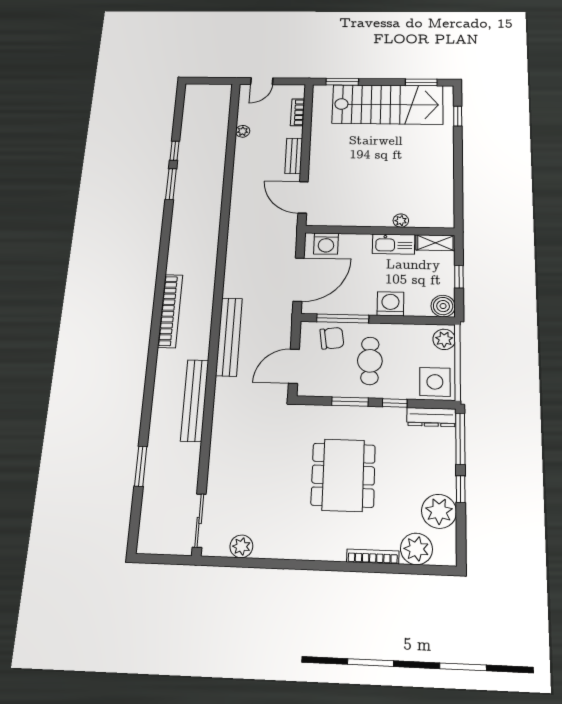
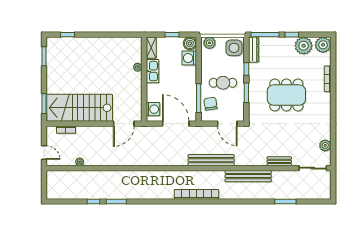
stairs: (388, 104) -> (80, 108), moved, turned -90
bench: (294, 156) -> (279, 161), moved
washing machine: (390, 304) -> (189, 58), moved
plant: (416, 549) -> (323, 45), moved

